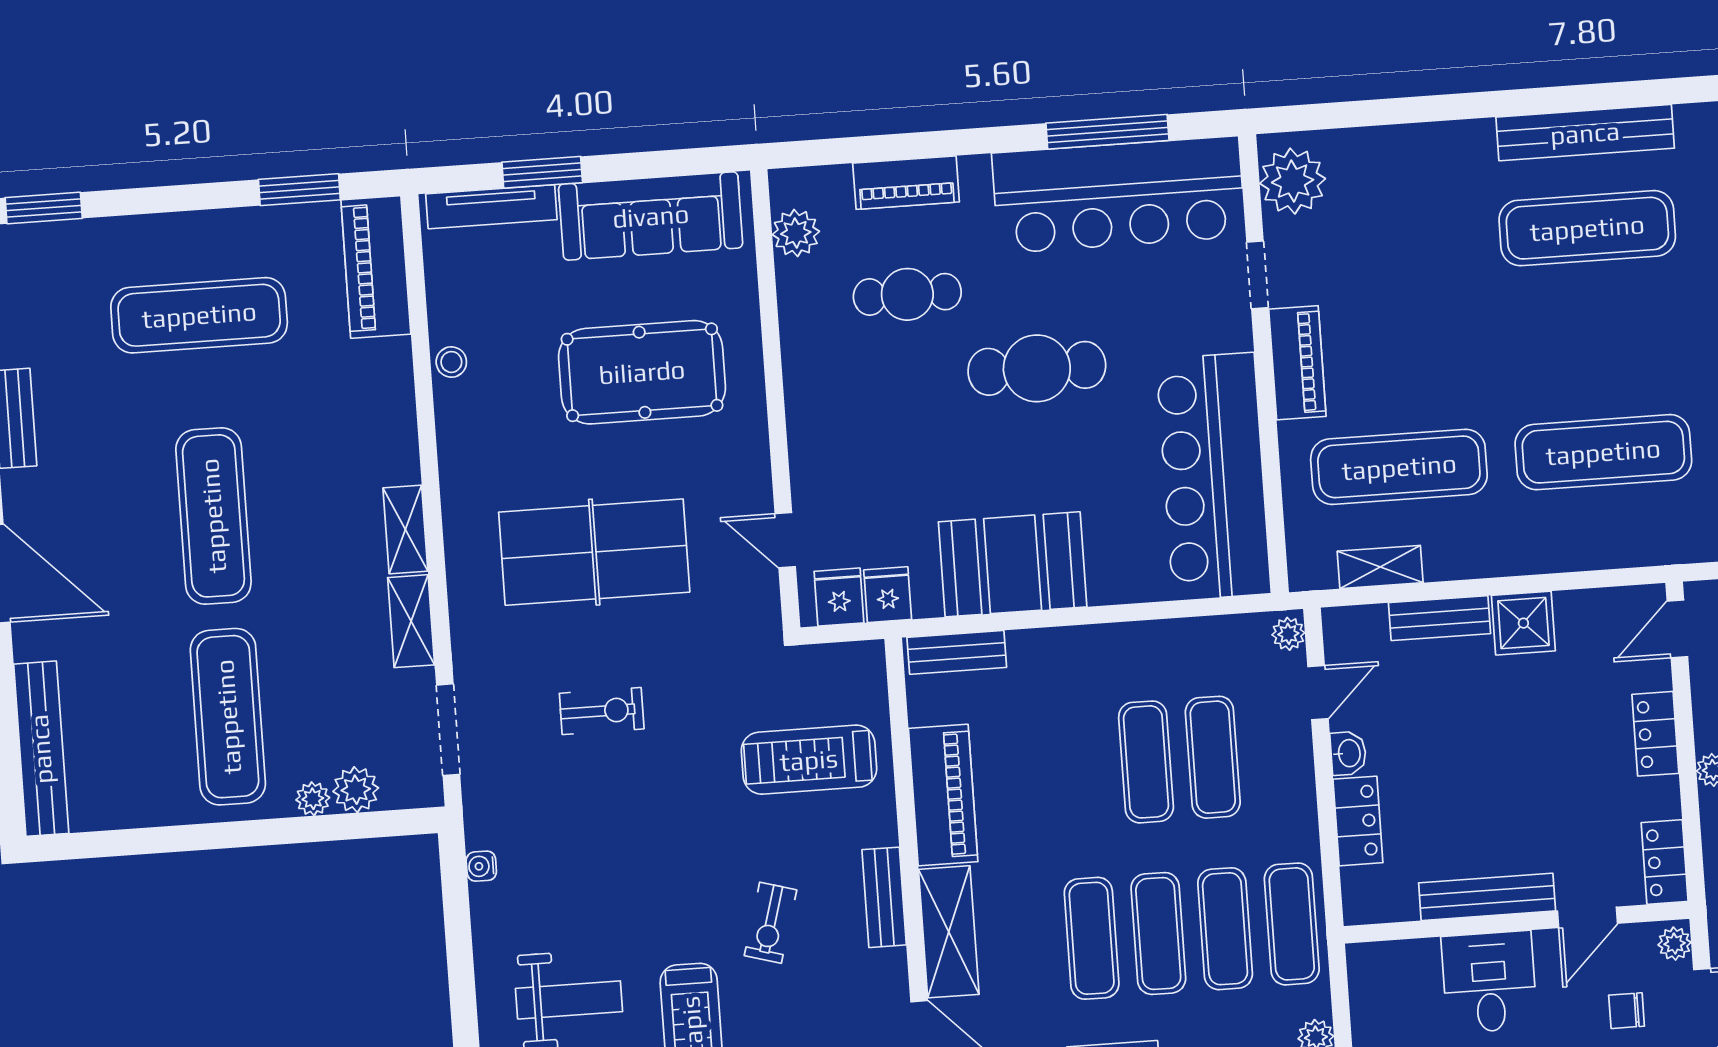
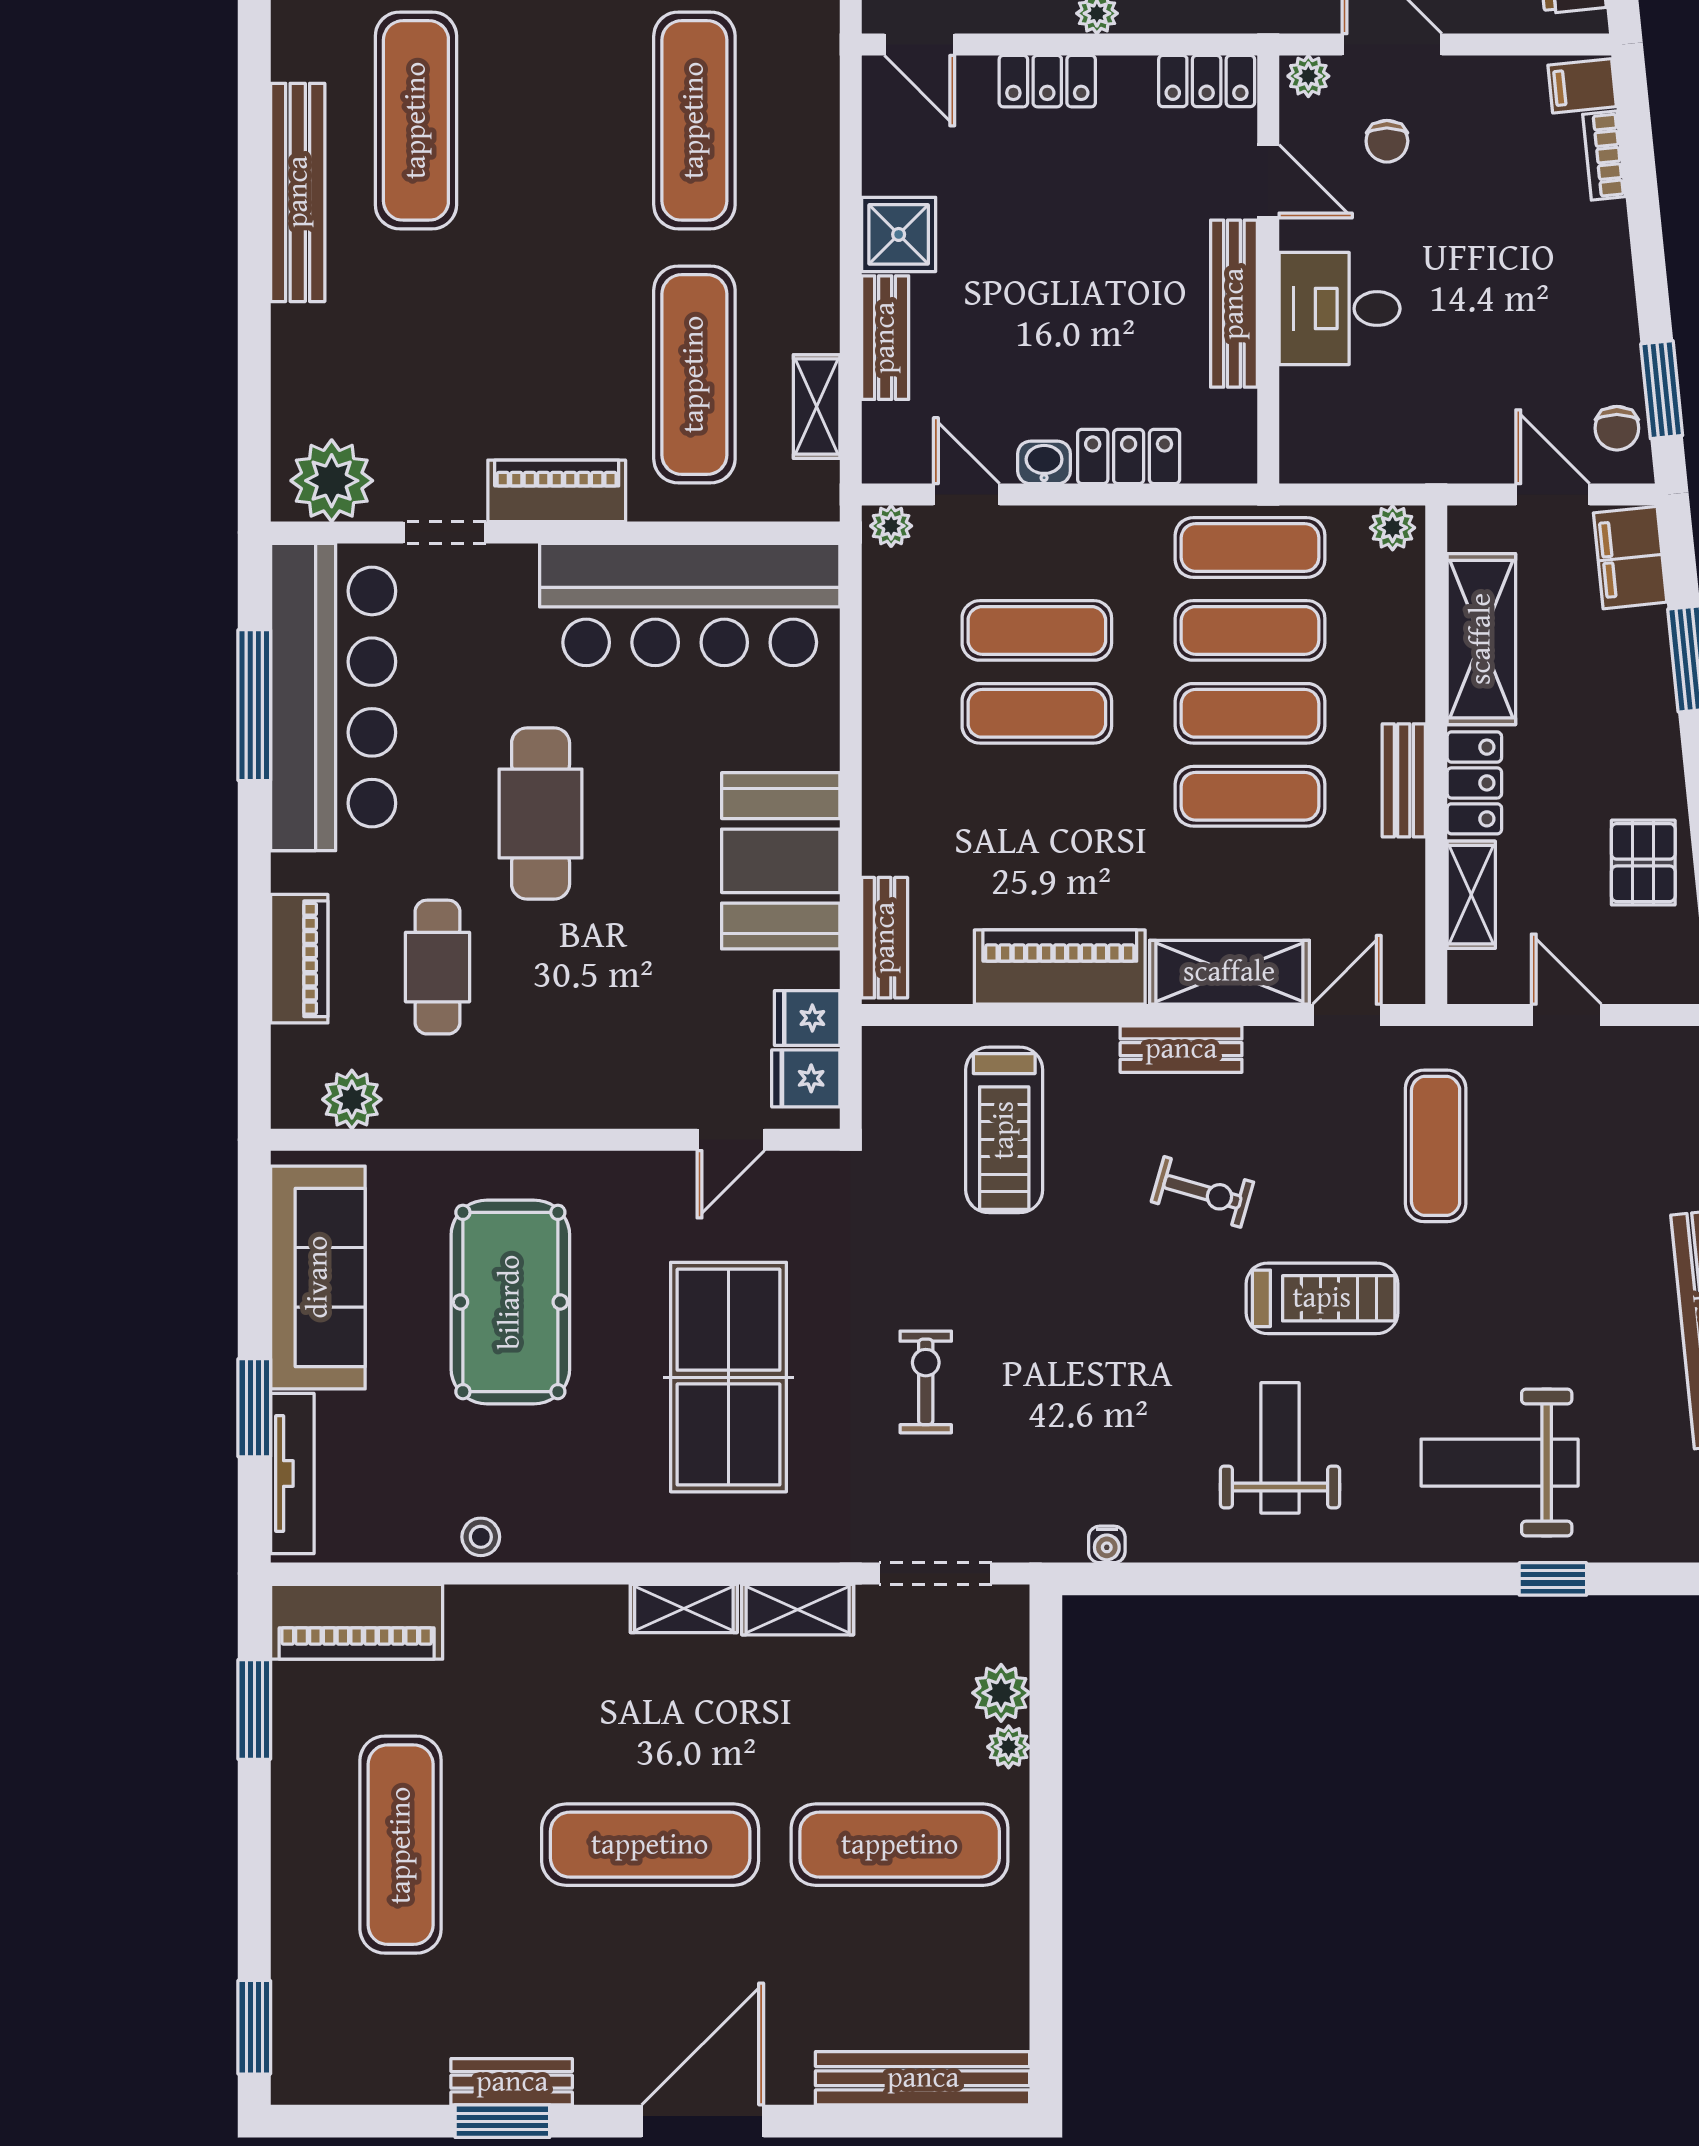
bench: (1585, 133) -> (298, 192), moved

